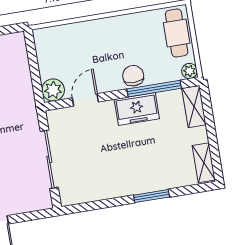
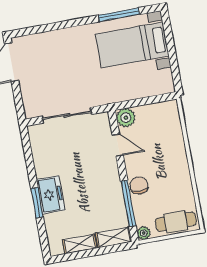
chair: (133, 76) -> (139, 185), turned -90
freezer: (137, 109) -> (51, 195), moved, turned 180
shelving: (204, 163) -> (80, 244), moved

